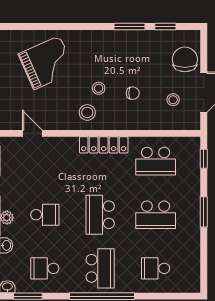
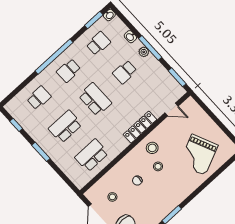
locker: (104, 145) -> (140, 127), moved
window: (204, 159) -> (16, 125), moved
school desk: (100, 268) -> (69, 71), width x0.54

